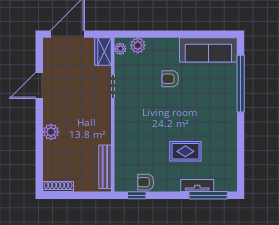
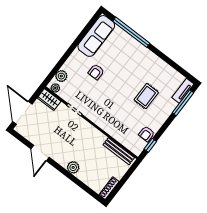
tv unit: (197, 185) -> (183, 91), moved

